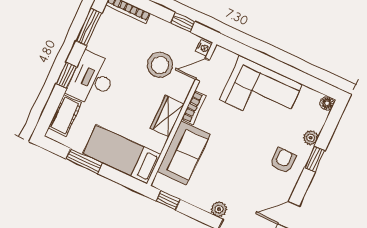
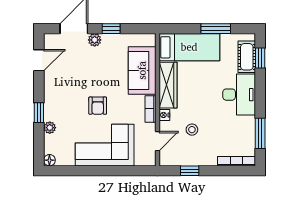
nightstand: (204, 48) -> (164, 115), moved
stool: (160, 65) -> (192, 130), width x0.53, depth x0.53
window: (66, 75) -> (260, 58), moved
wardrobe: (167, 116) -> (168, 85), width x1.50
armchair: (283, 160) -> (98, 106), moved
window: (168, 200) -> (111, 29), moved

